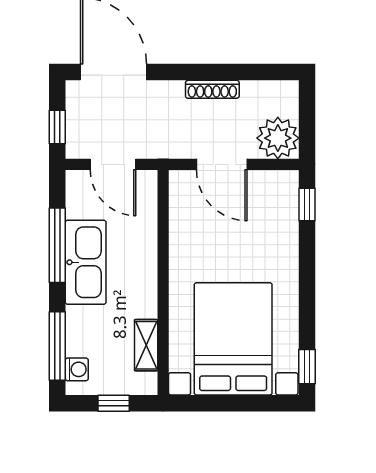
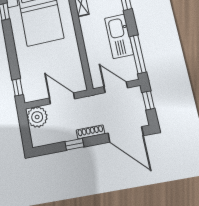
window: (214, 72) -> (74, 144), added
shoe rack: (212, 89) -> (90, 132), moved
window: (57, 245) -> (138, 54), moved

